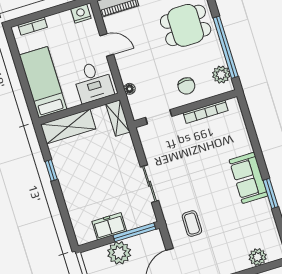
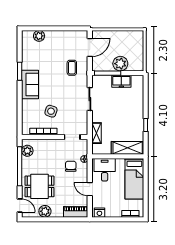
chair: (186, 86) -> (71, 166), moved
shelving: (118, 118) -> (97, 133), moved
side table: (203, 147) -> (51, 111), added

